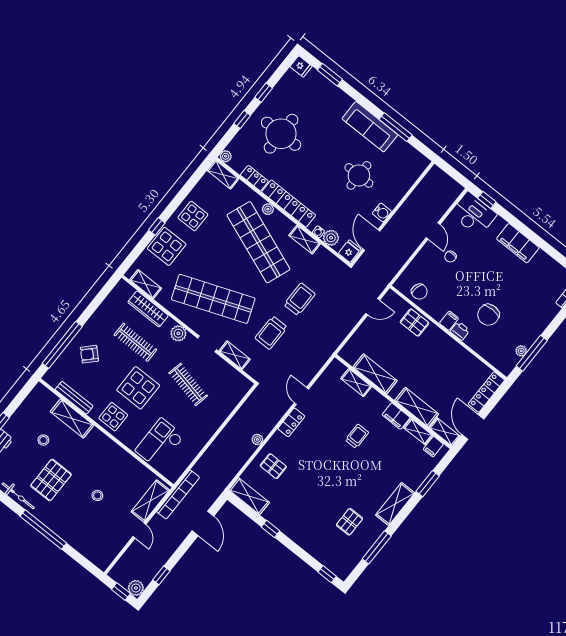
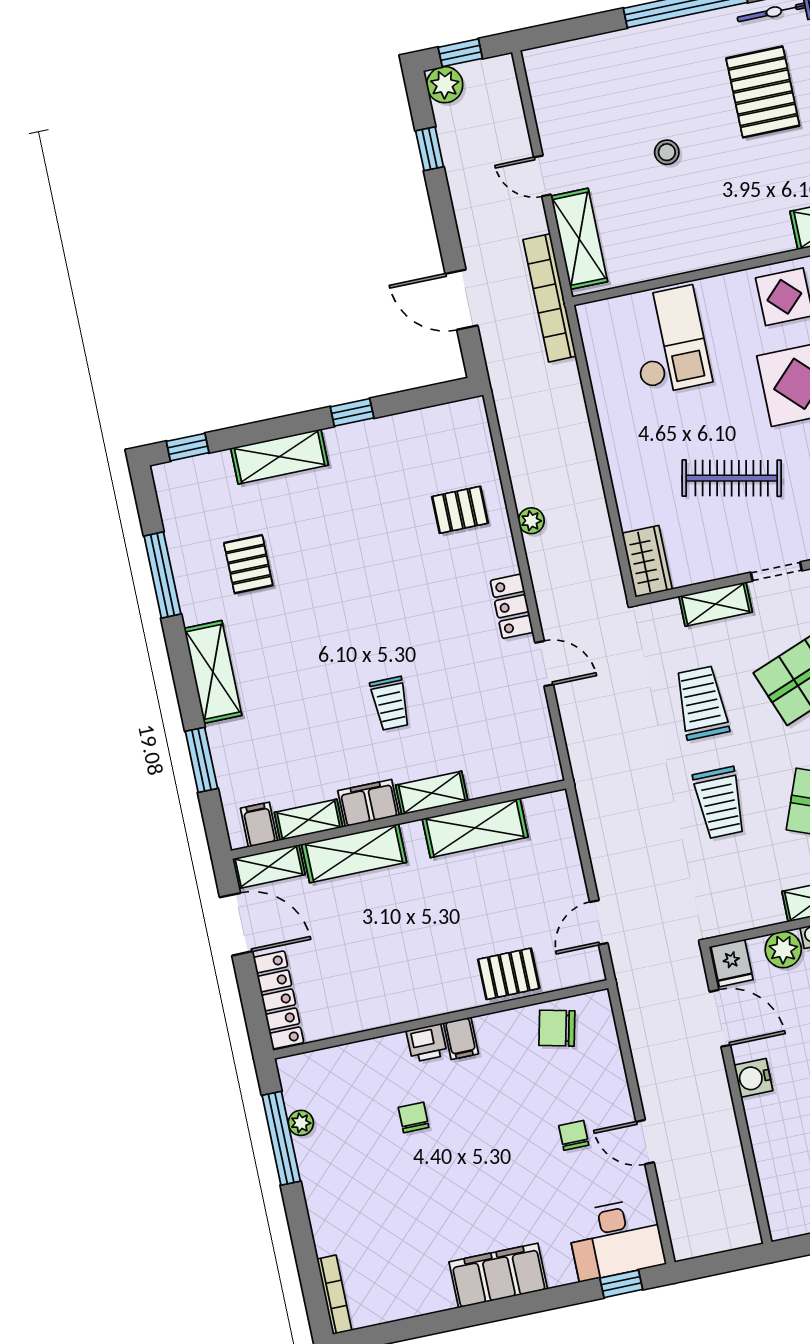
chair: (488, 315) -> (414, 1117), width x0.54, depth x0.54
shelving: (356, 383) -> (432, 793), moved
wardrobe: (239, 390) -> (647, 561), added
shelving: (249, 496) -> (280, 457), moved

